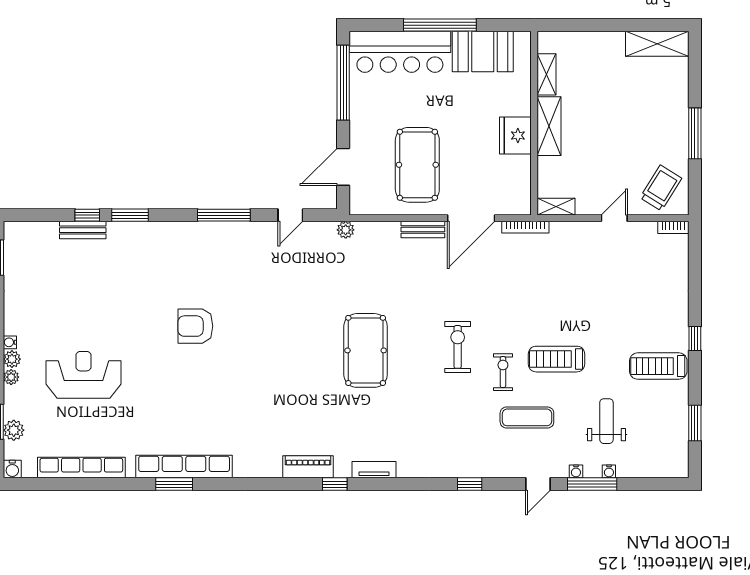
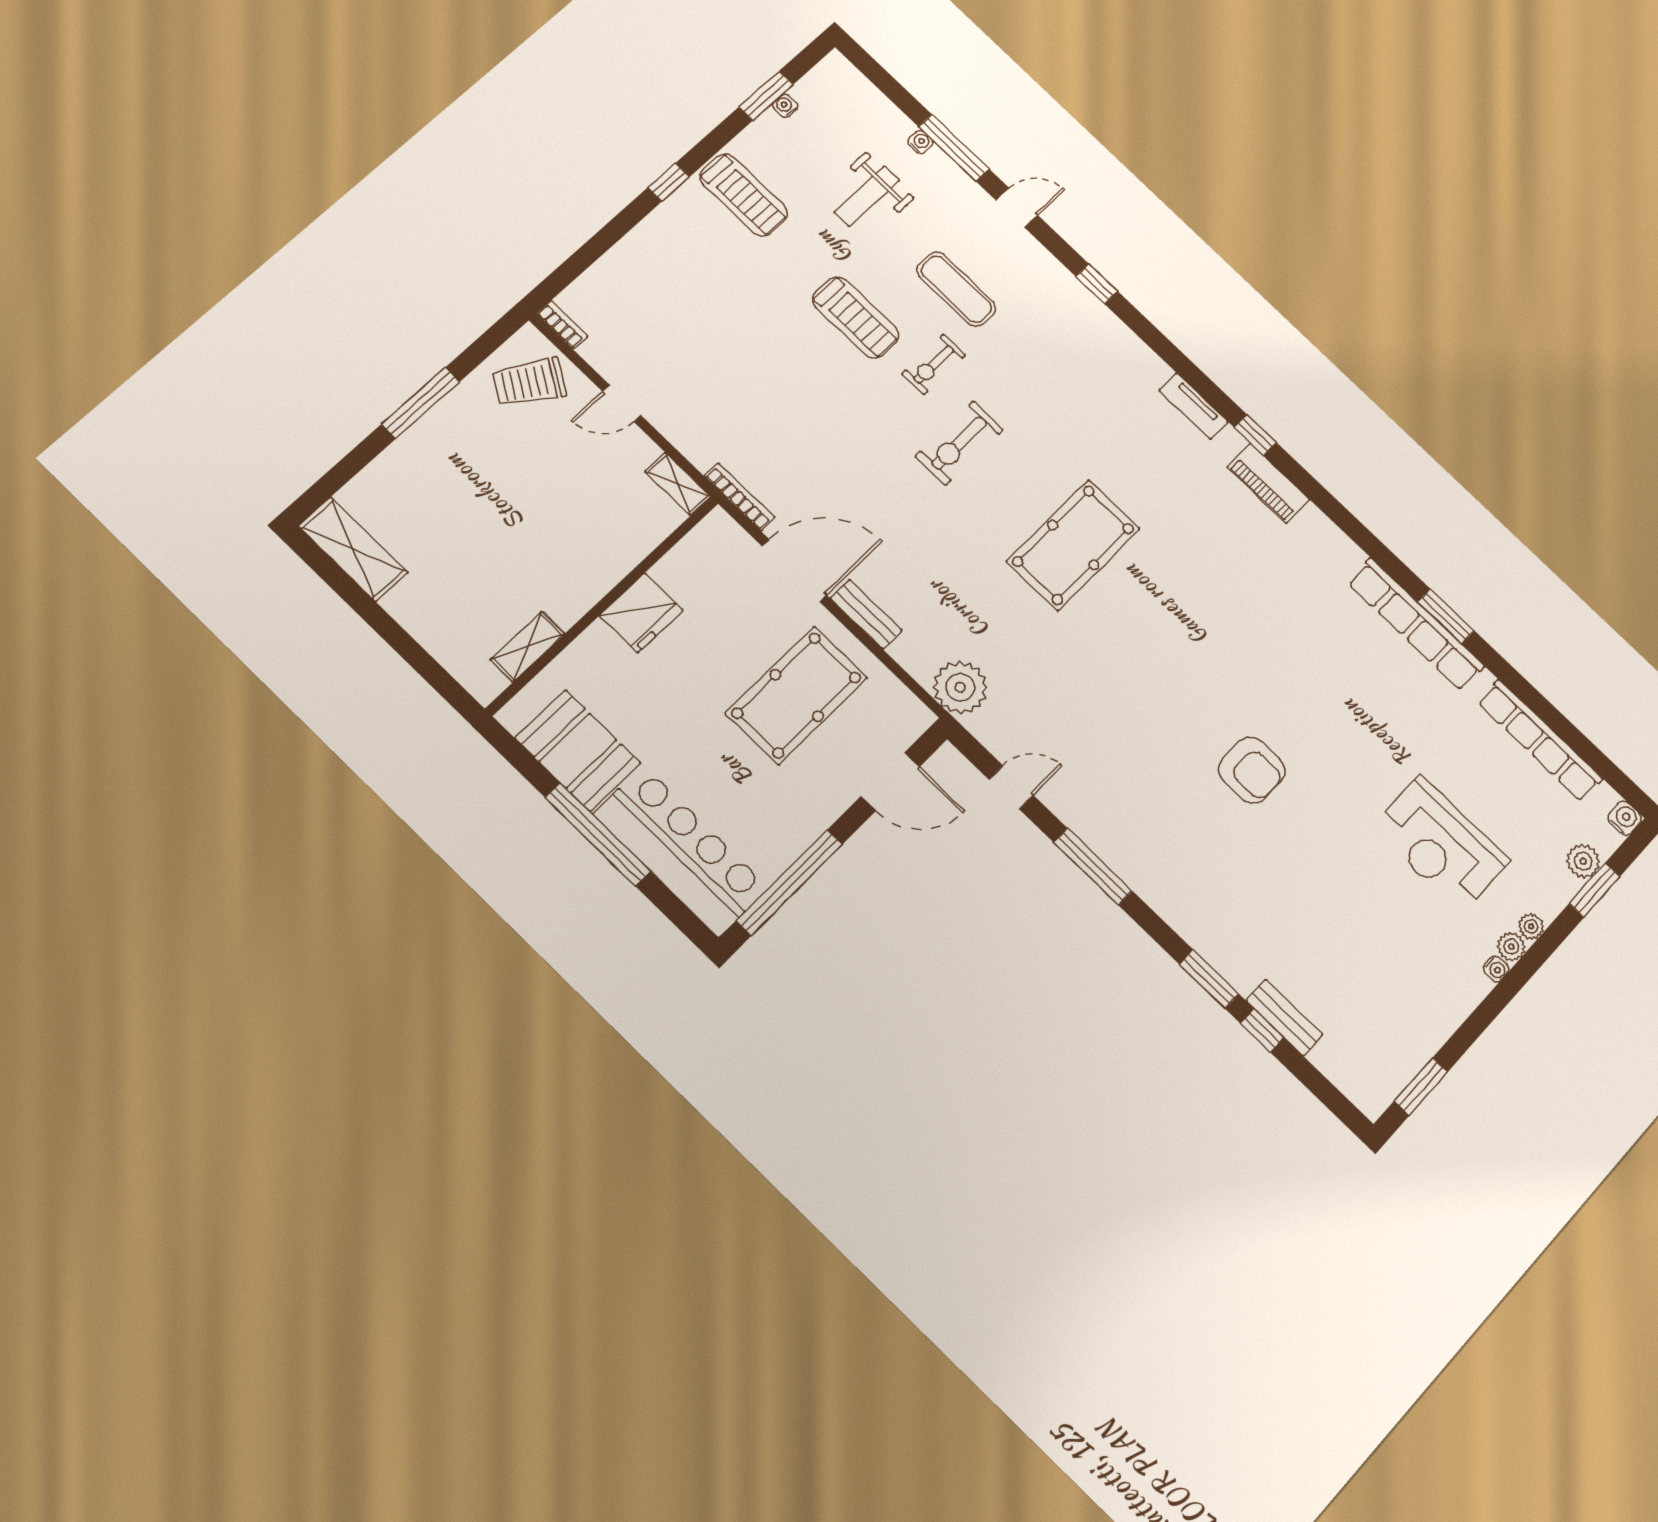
shelving: (549, 126) -> (589, 584), removed
plant: (346, 230) -> (960, 687), width x1.87, depth x1.87
water cooler: (576, 471) -> (785, 106), moved, turned -90

